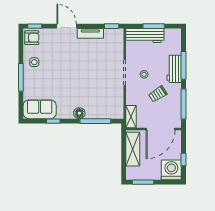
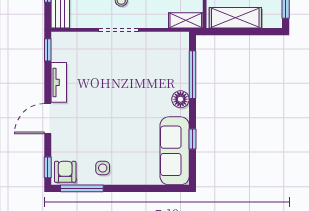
window: (21, 77) -> (82, 188), moved
sofa: (40, 109) -> (175, 151), width x1.36

